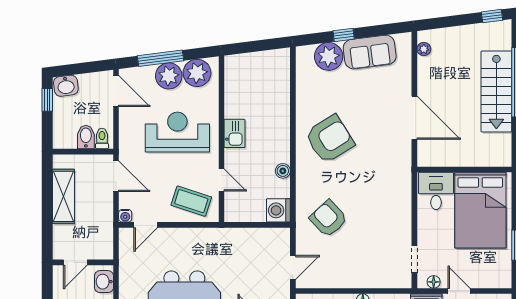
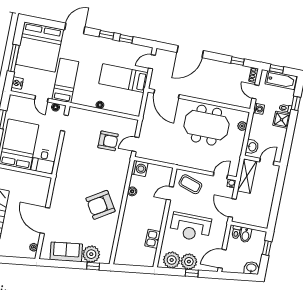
window: (344, 35) -> (93, 266), moved
window: (161, 58) -> (192, 273), width x0.46
door: (116, 91) -> (222, 259), hinge flipped
window: (47, 100) -> (267, 248), moved
door: (414, 118) -> (45, 221), moved
kitchen sink: (234, 133) -> (153, 239), moved
door: (221, 180) -> (170, 193), hinge flipped
shelving: (64, 196) -> (247, 176), moved
armchair: (329, 219) -> (108, 141), moved, turned -47
door: (293, 267) -> (135, 144), moved

